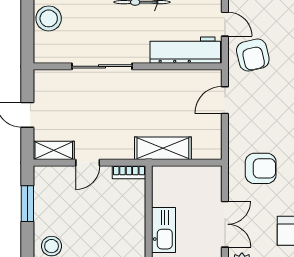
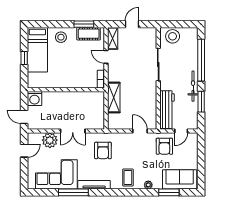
stool: (49, 18) -> (173, 36), moved
armchair: (253, 55) -> (164, 146), turned -77
cot: (45, 195) -> (89, 34), added
kitchen sink: (164, 230) -> (70, 98), removed

